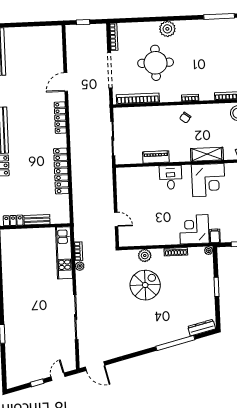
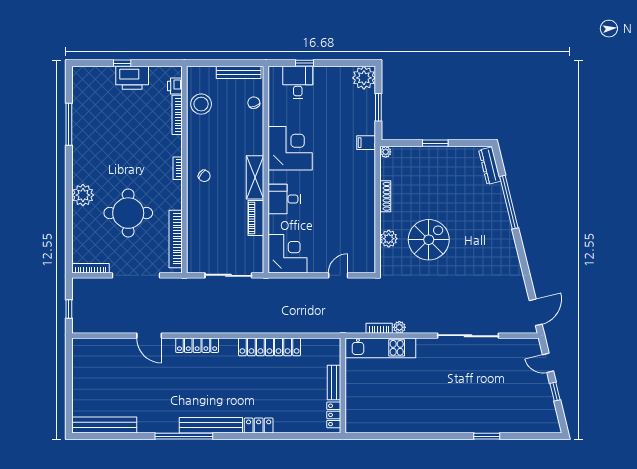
shelving: (207, 154) -> (255, 177), moved
corner desk: (194, 229) -> (288, 254), moved, turned 180
spiral stairs: (145, 285) -> (429, 240), turned 90

